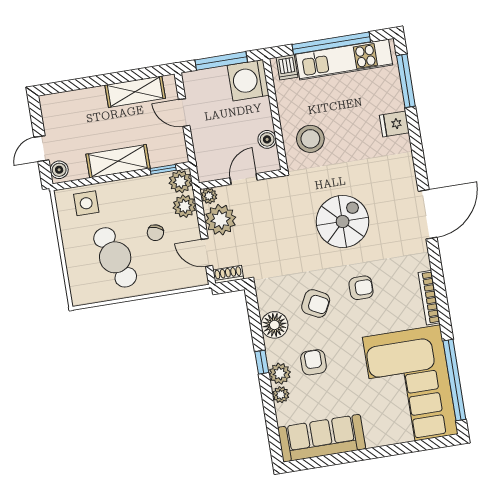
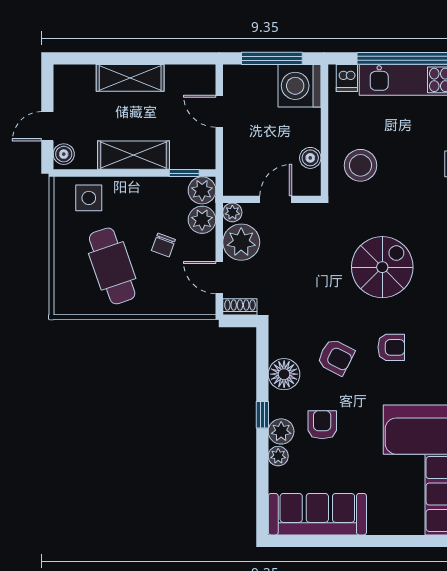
shelving: (135, 92) -> (130, 78), moved

